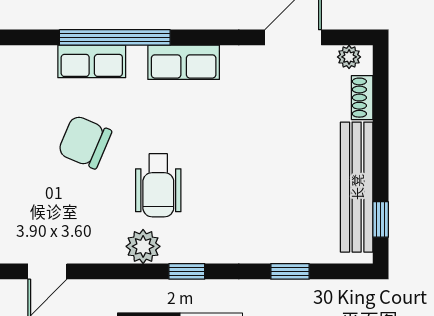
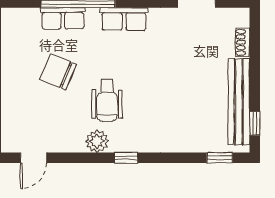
plant: (349, 57) -> (234, 15), removed
window: (290, 271) -> (220, 158), moved

